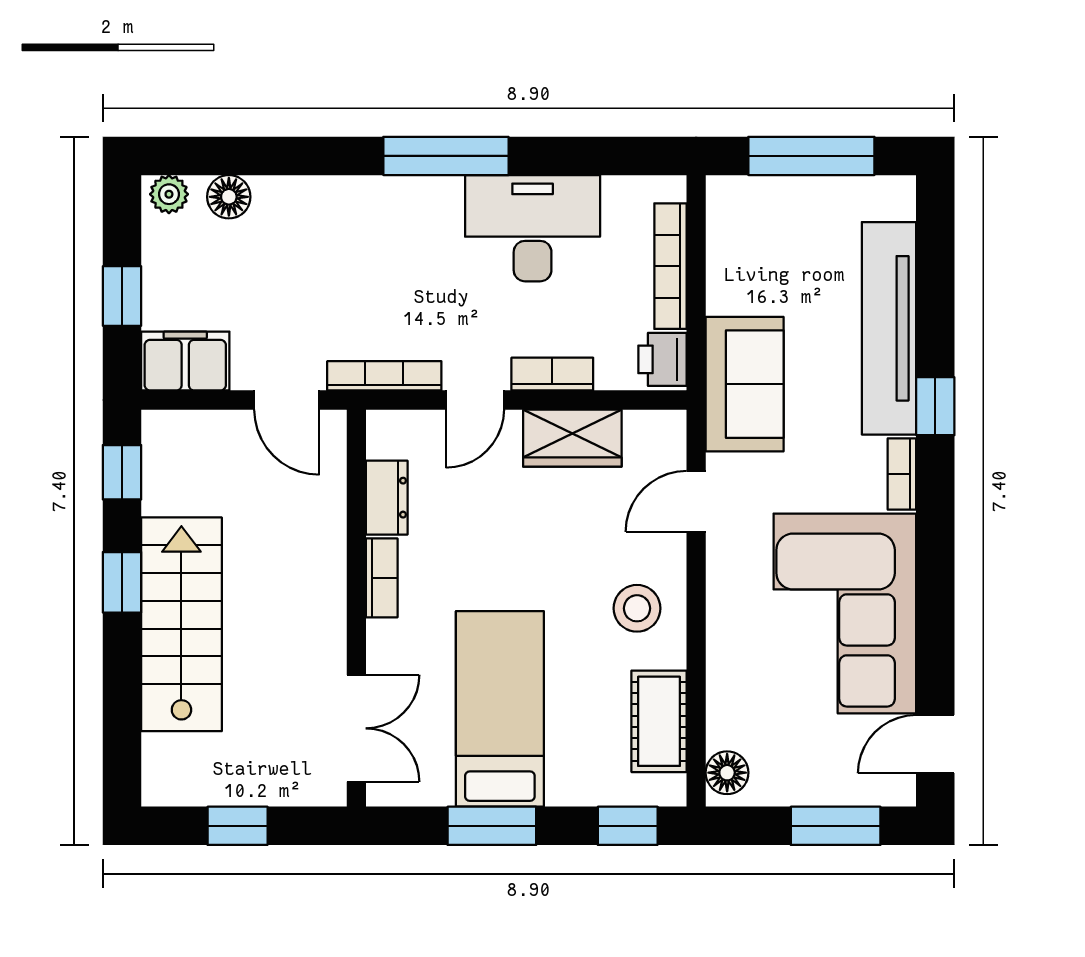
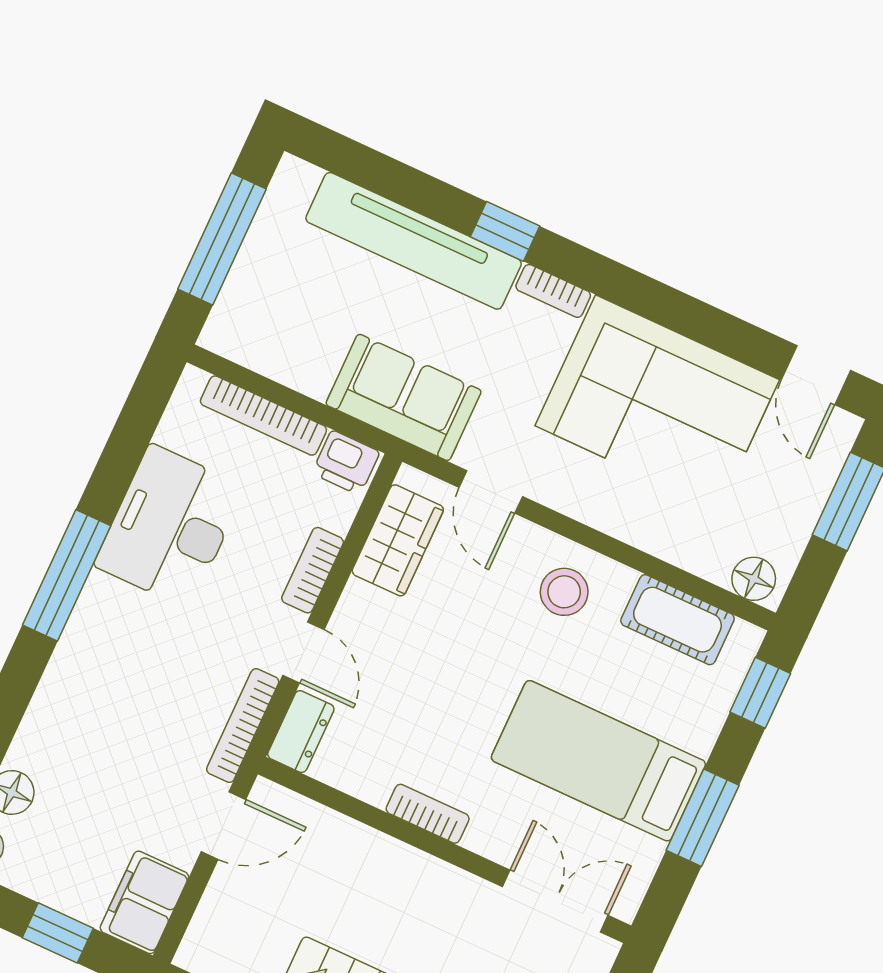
wardrobe: (572, 438) -> (398, 540), moved
dresser: (387, 498) -> (301, 732), moved, turned 90

